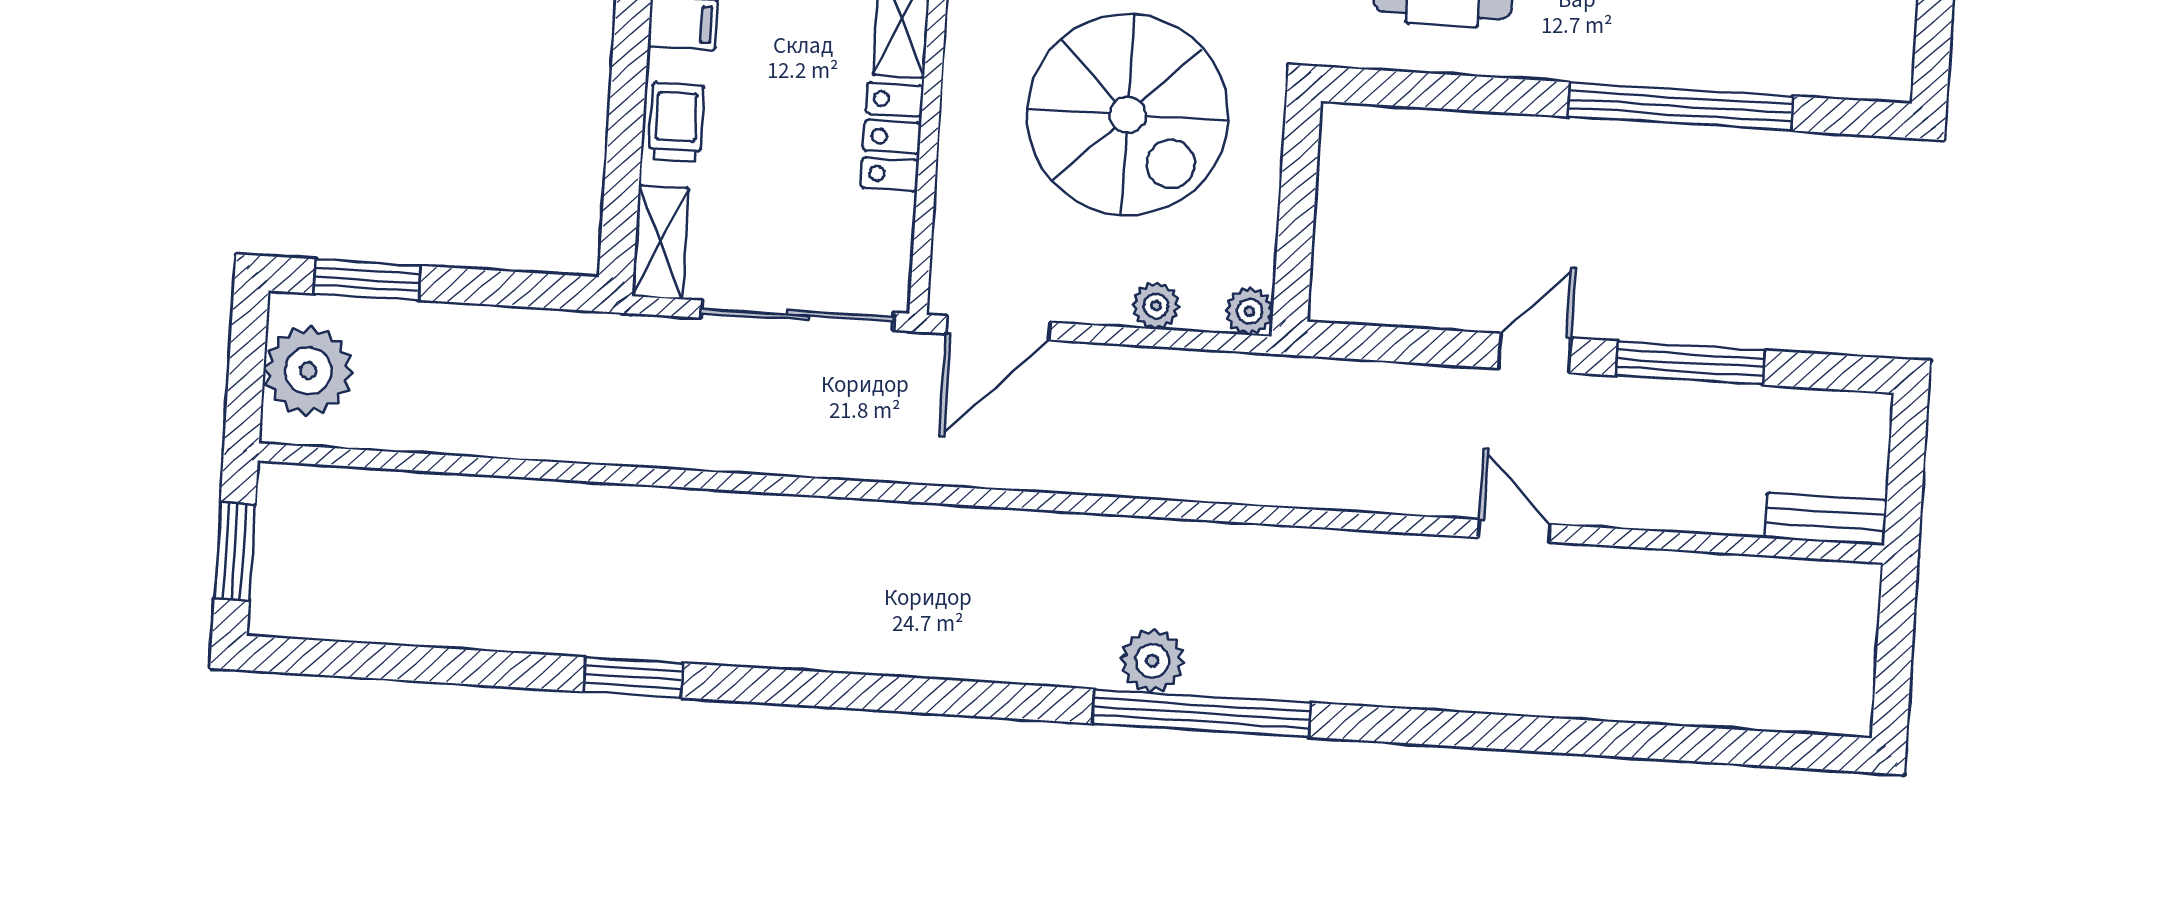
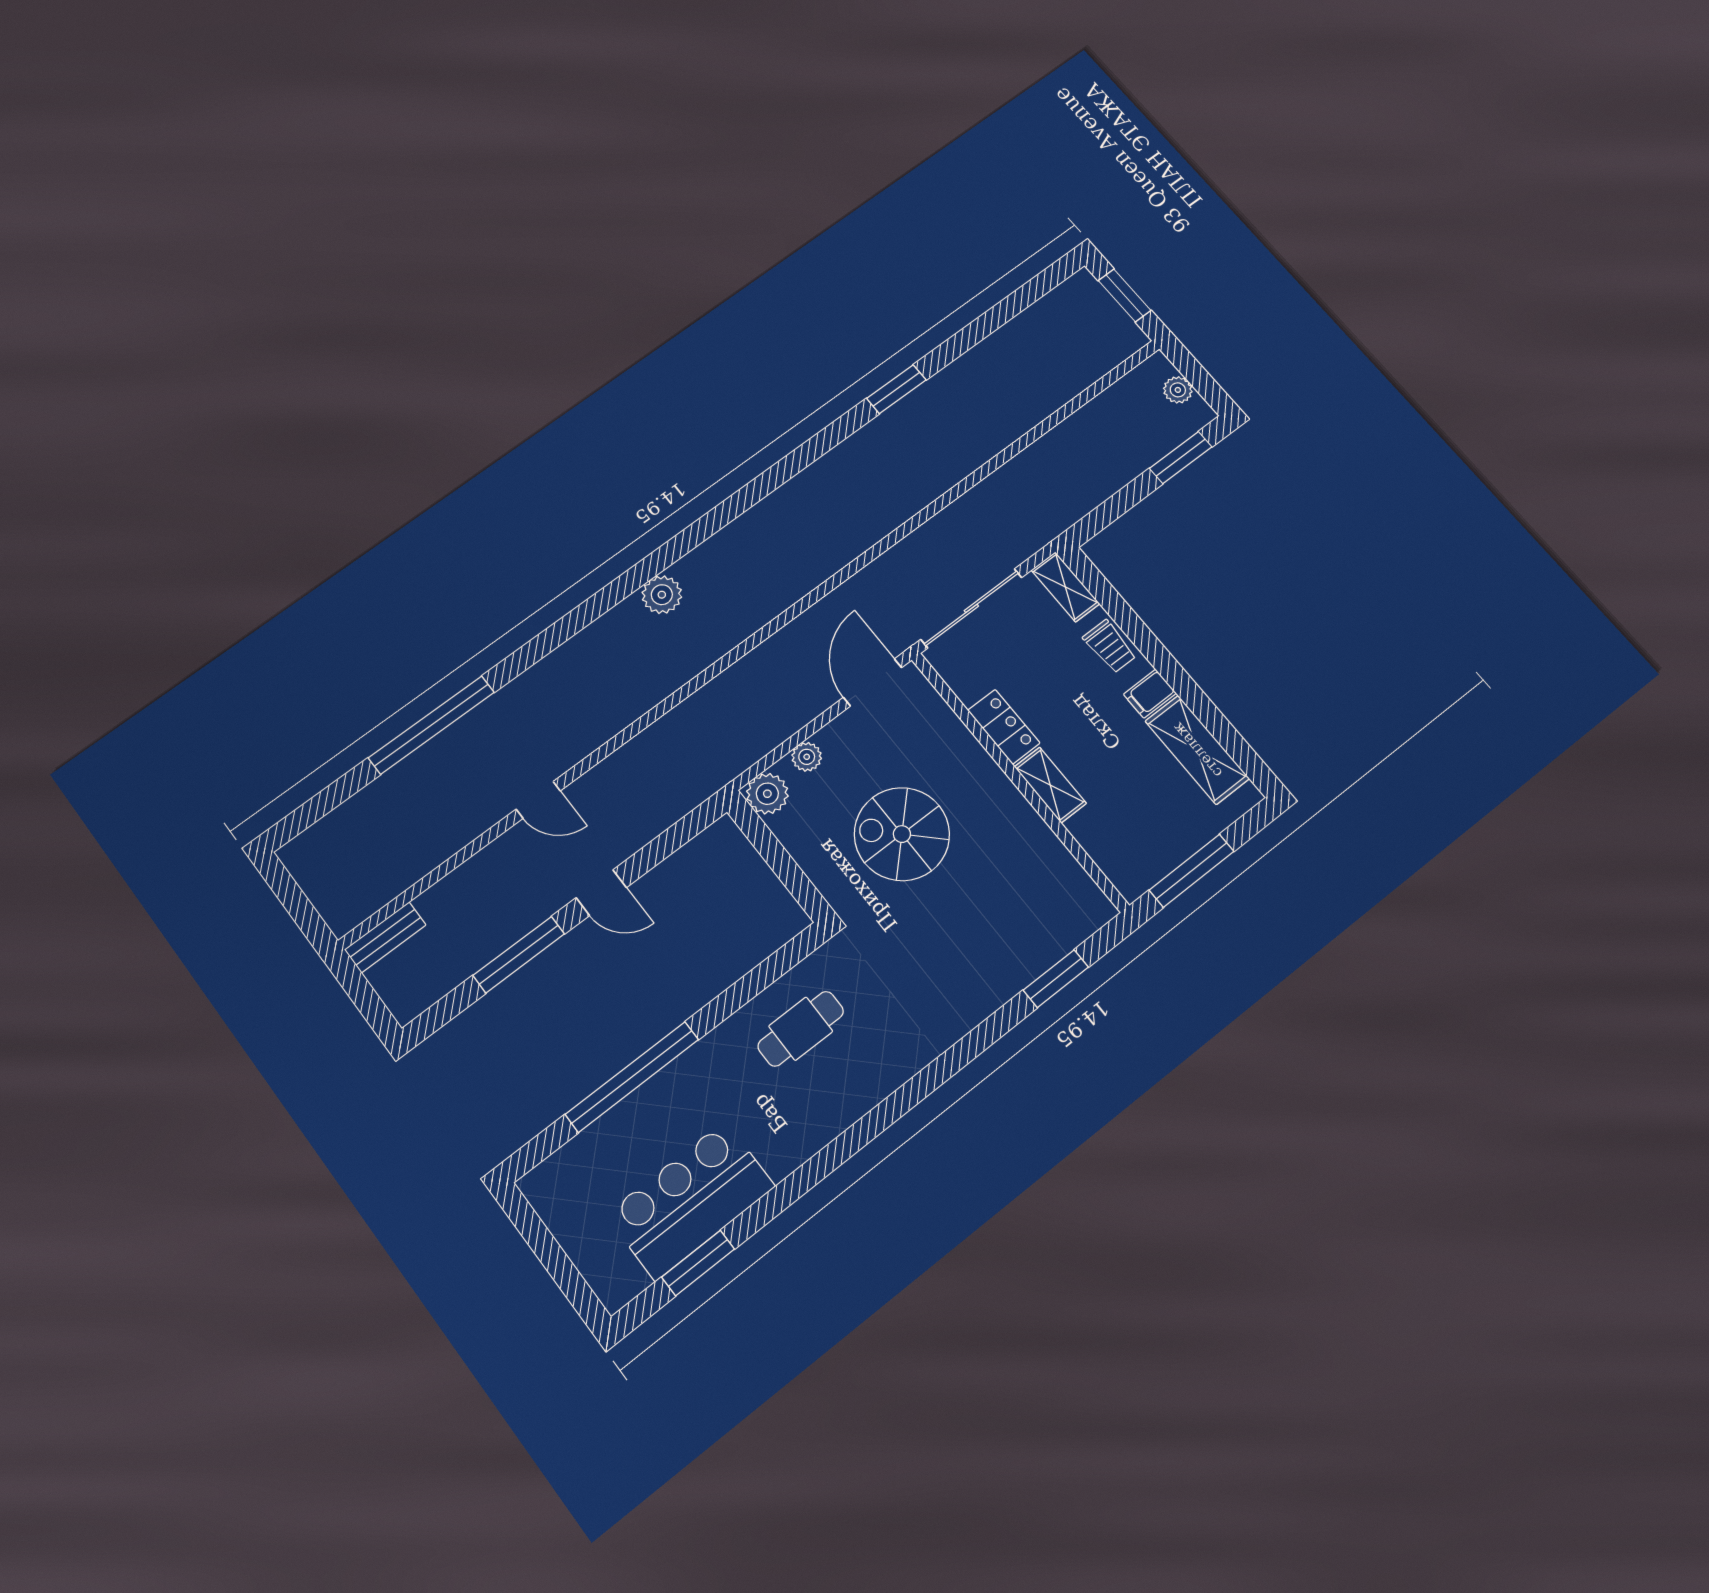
spiral stairs: (1127, 115) -> (902, 834), width x0.73, depth x0.73
plant: (1249, 311) -> (767, 794), width x1.38, depth x1.38
door: (1535, 353) -> (601, 893), hinge flipped
plant: (308, 371) -> (1178, 390), width x0.53, depth x0.53
window: (1202, 713) -> (431, 725), moved

